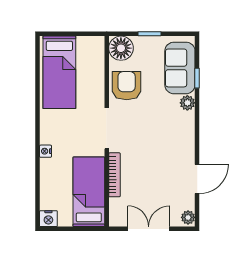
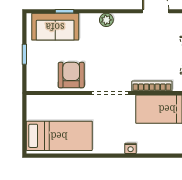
floor lamp: (121, 48) -> (37, 80), removed
armchair: (127, 86) -> (71, 75), turned 90
plant: (187, 103) -> (106, 20), moved

